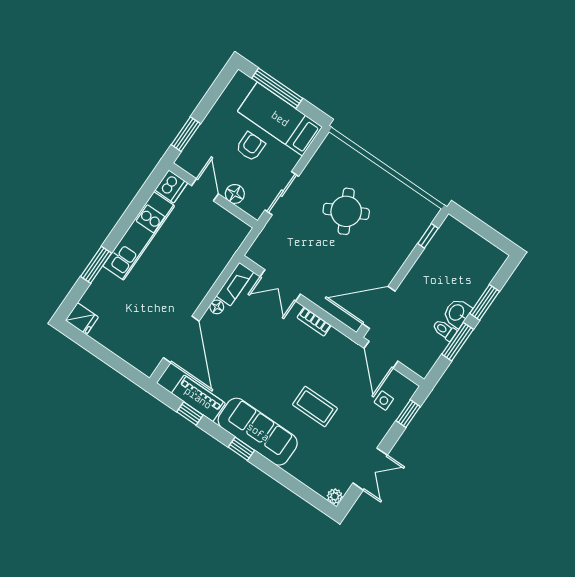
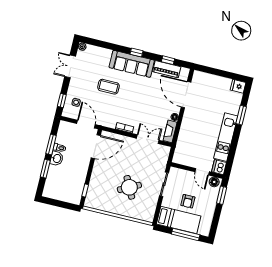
floor lamp: (235, 194) -> (214, 182), moved

